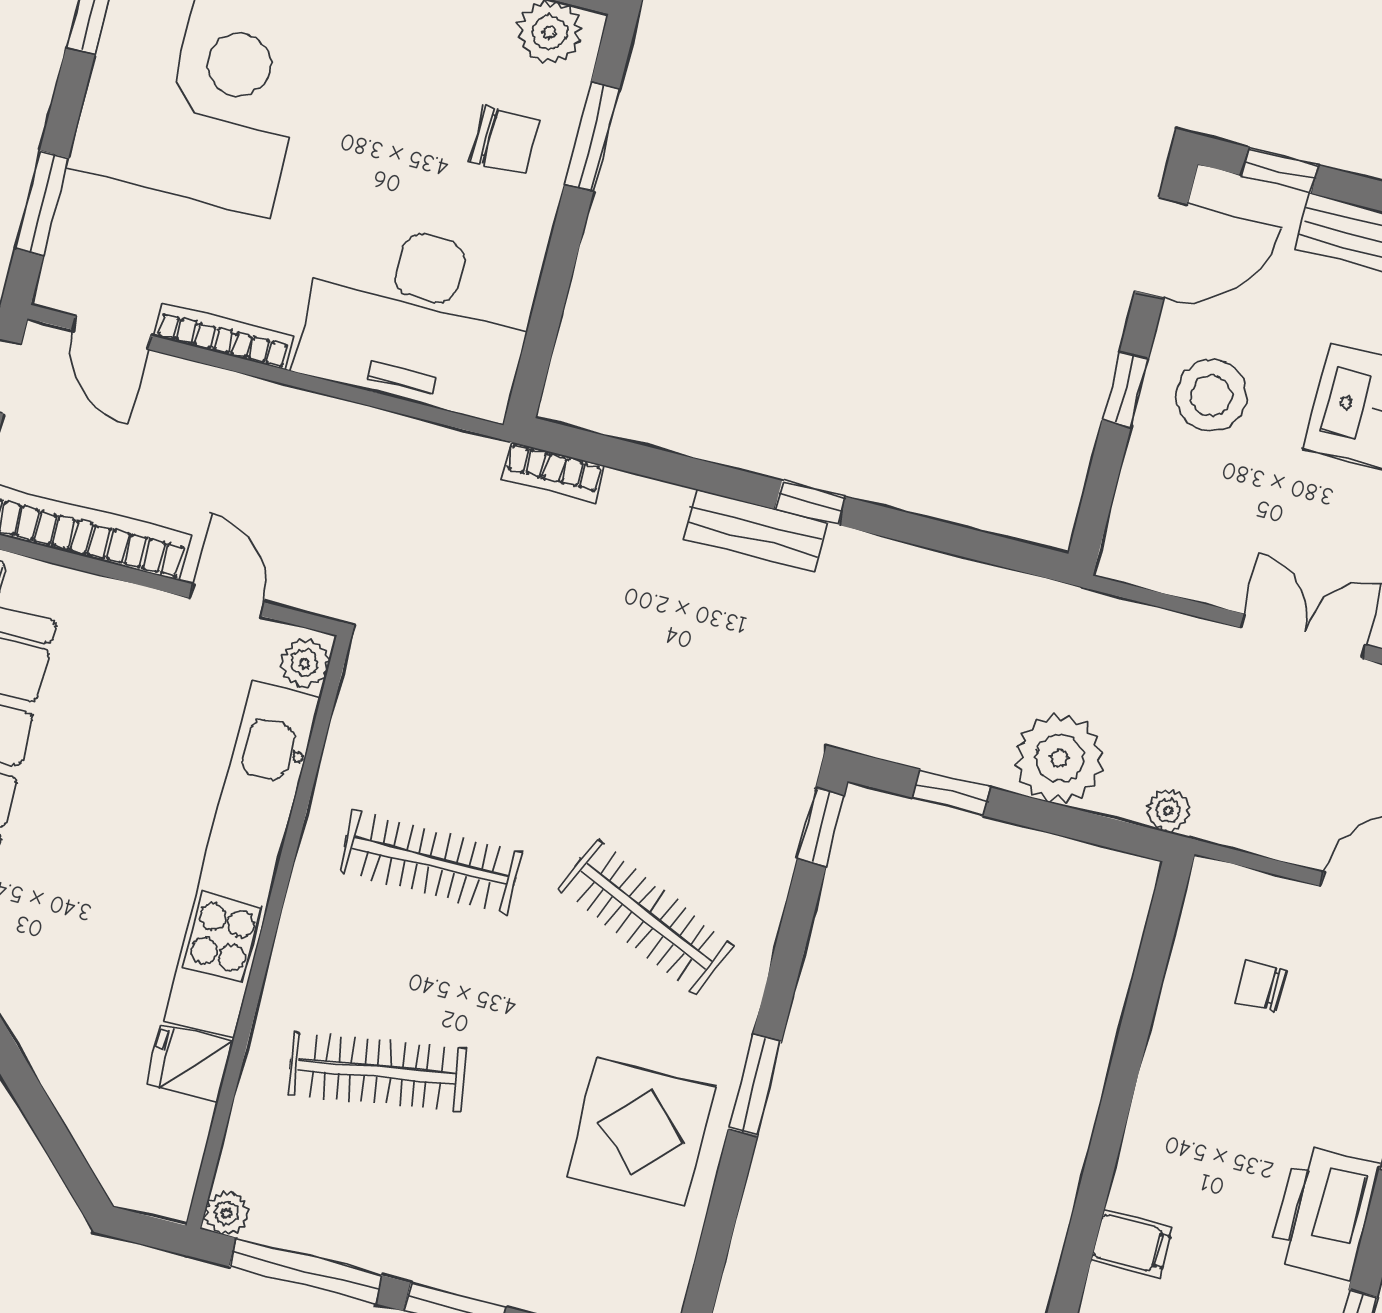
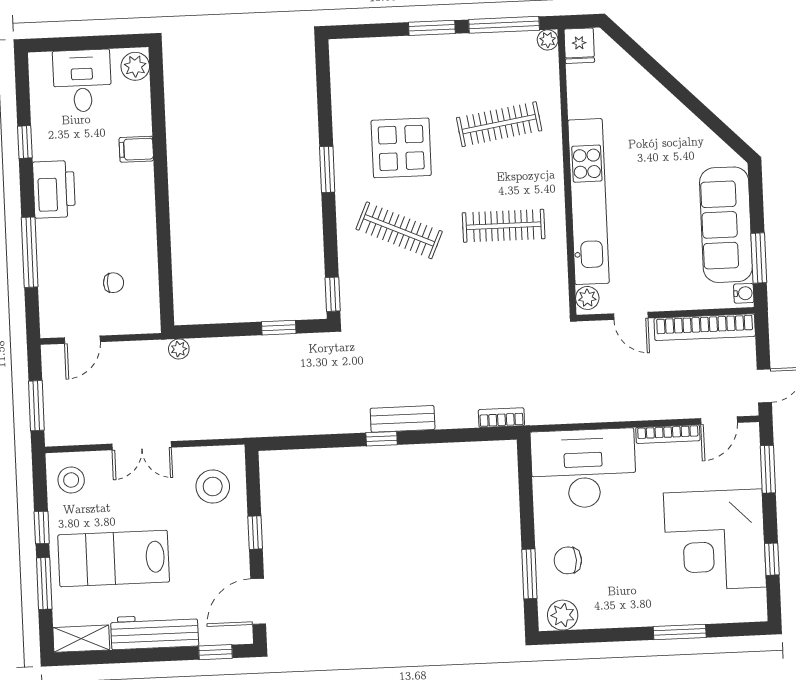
door: (112, 333) -> (719, 420), swing flipped
stool: (1211, 396) -> (213, 486), moved
plant: (1060, 758) -> (235, 358), removed
fridge: (190, 1063) -> (579, 46), moved, turned 90
display table: (641, 1132) -> (401, 148), moved

